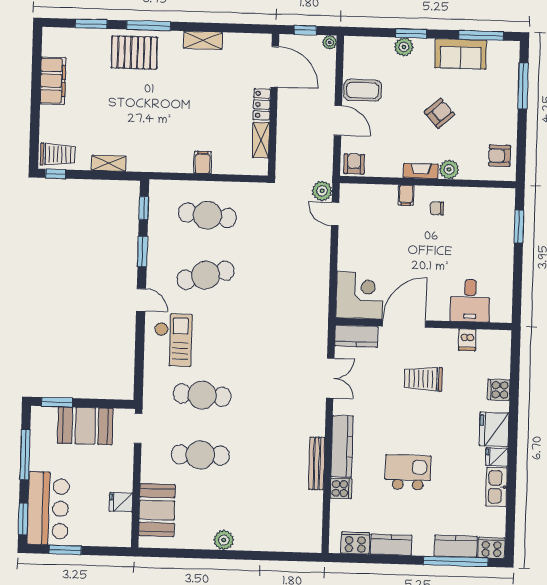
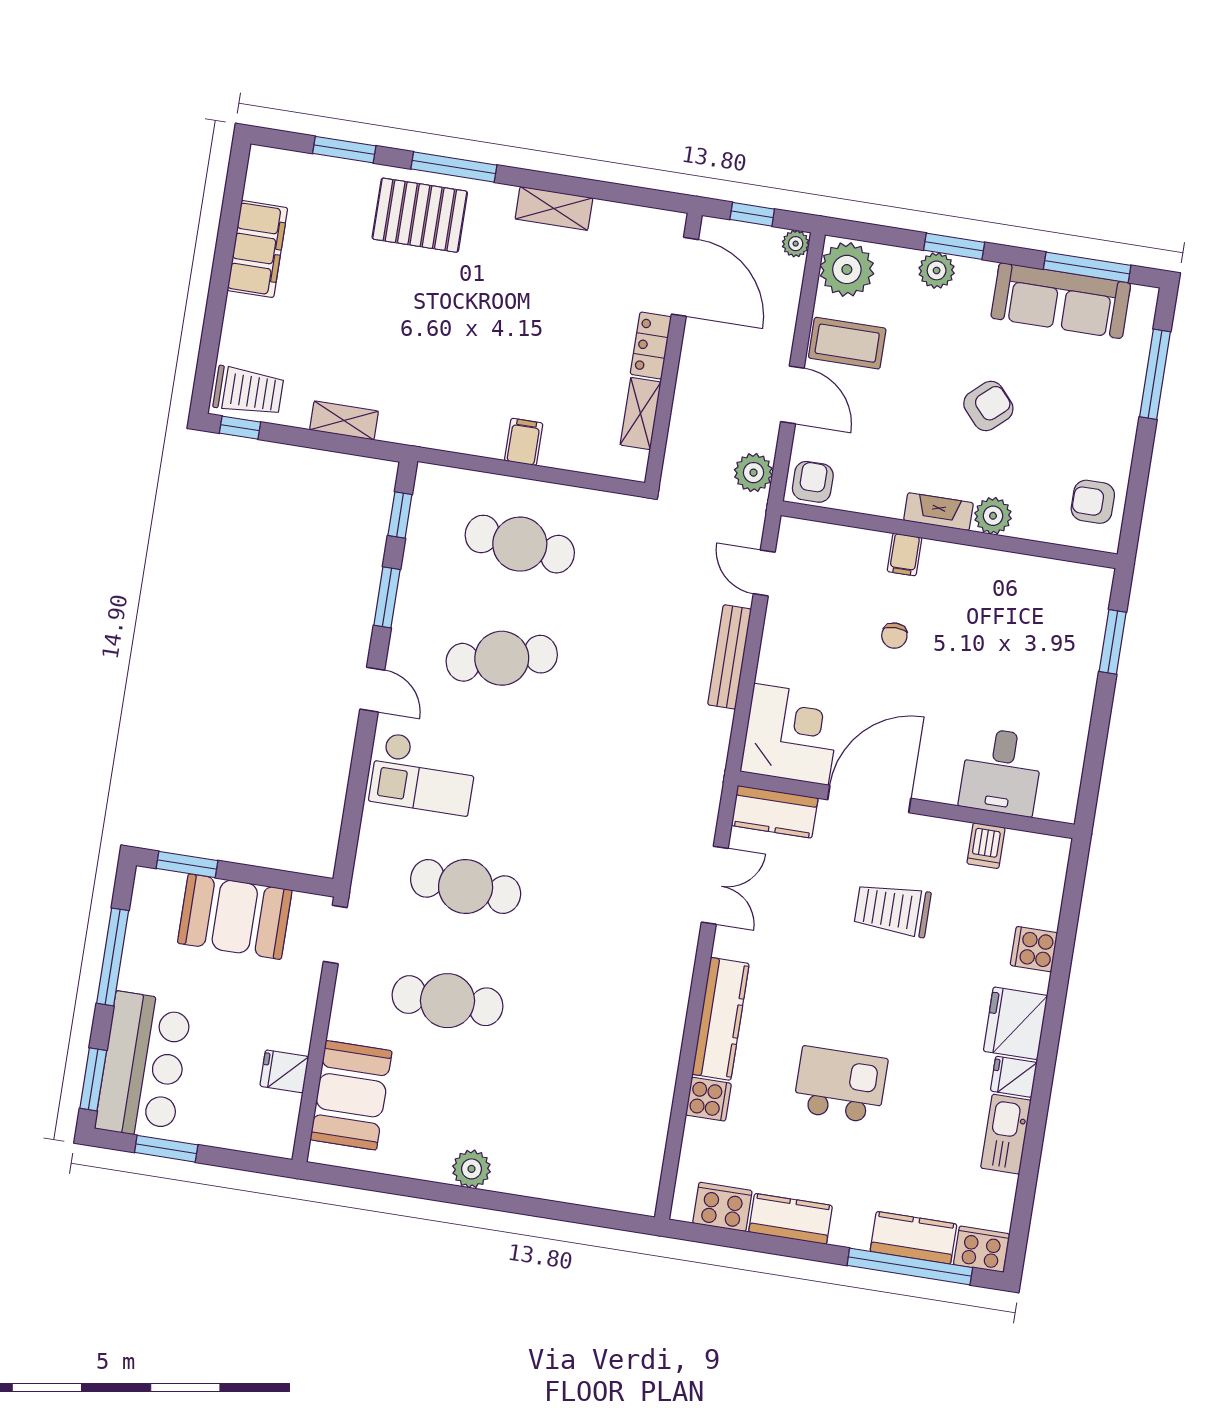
plant: (358, 52) -> (847, 269), added
sofa: (461, 54) -> (1061, 301), width x1.36
plant: (322, 191) -> (753, 473), moved
chair: (437, 208) -> (894, 636), moved, turned -90
checkout: (173, 340) -> (423, 774), turned 90
bench: (317, 463) -> (729, 657), moved

